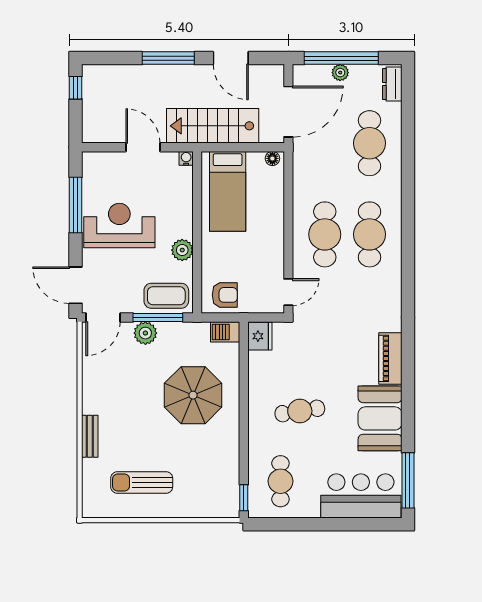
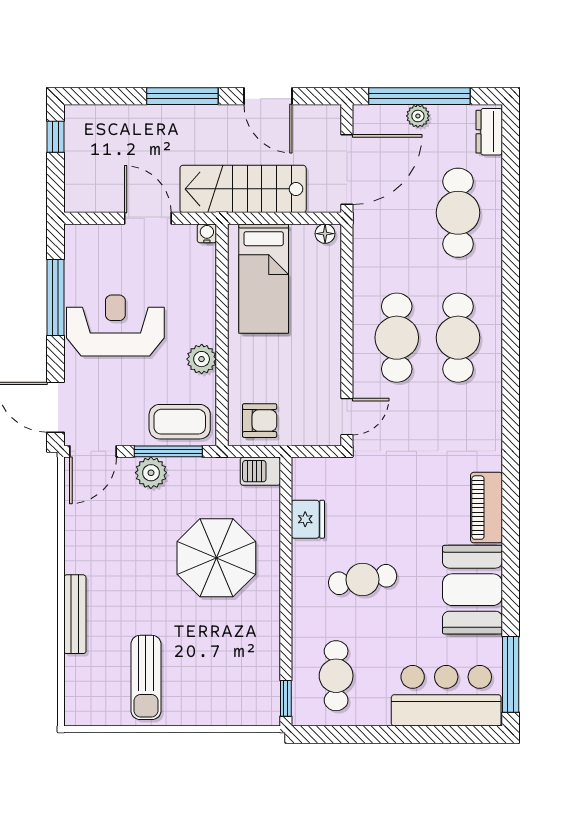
fridge: (260, 336) -> (308, 519), moved
bench: (90, 436) -> (75, 614), width x1.36
sun lounger: (142, 482) -> (146, 677), turned -90

